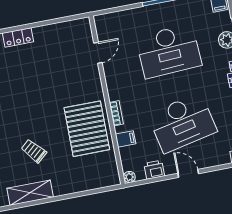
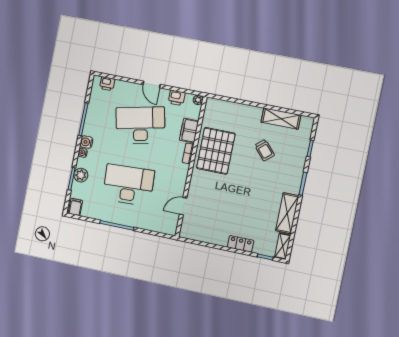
filing cabinet: (126, 139) -> (189, 131), width x2.00

